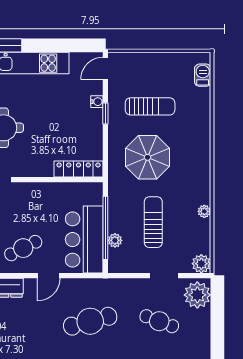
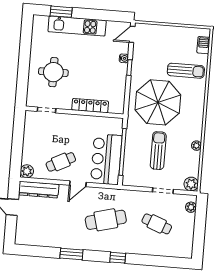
sun lounger: (150, 106) -> (186, 71), moved
parasol: (147, 157) -> (158, 102), width x1.36, depth x1.36
locker: (79, 169) -> (90, 106), moved
plant: (115, 240) -> (129, 162), removed
plant: (197, 295) -> (191, 207), width x0.53, depth x0.53

